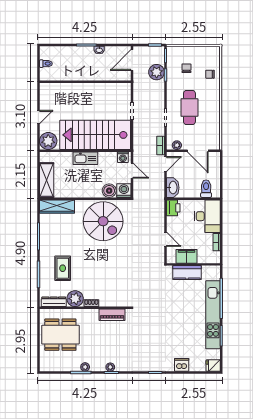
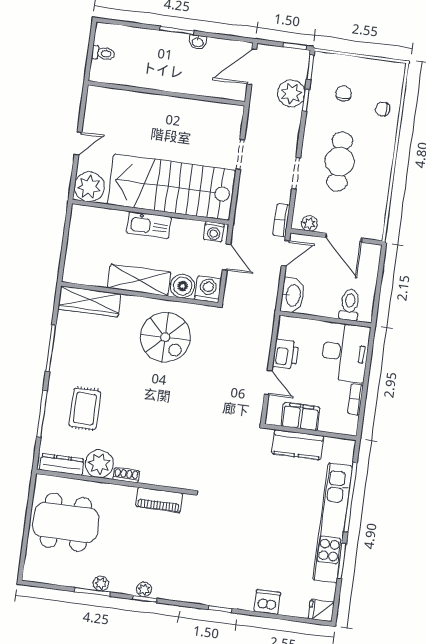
shelving: (47, 180) -> (139, 280), moved, turned 90
printer: (173, 208) -> (286, 354), moved
spiral stairs: (103, 221) -> (165, 337), width x0.73, depth x0.73

